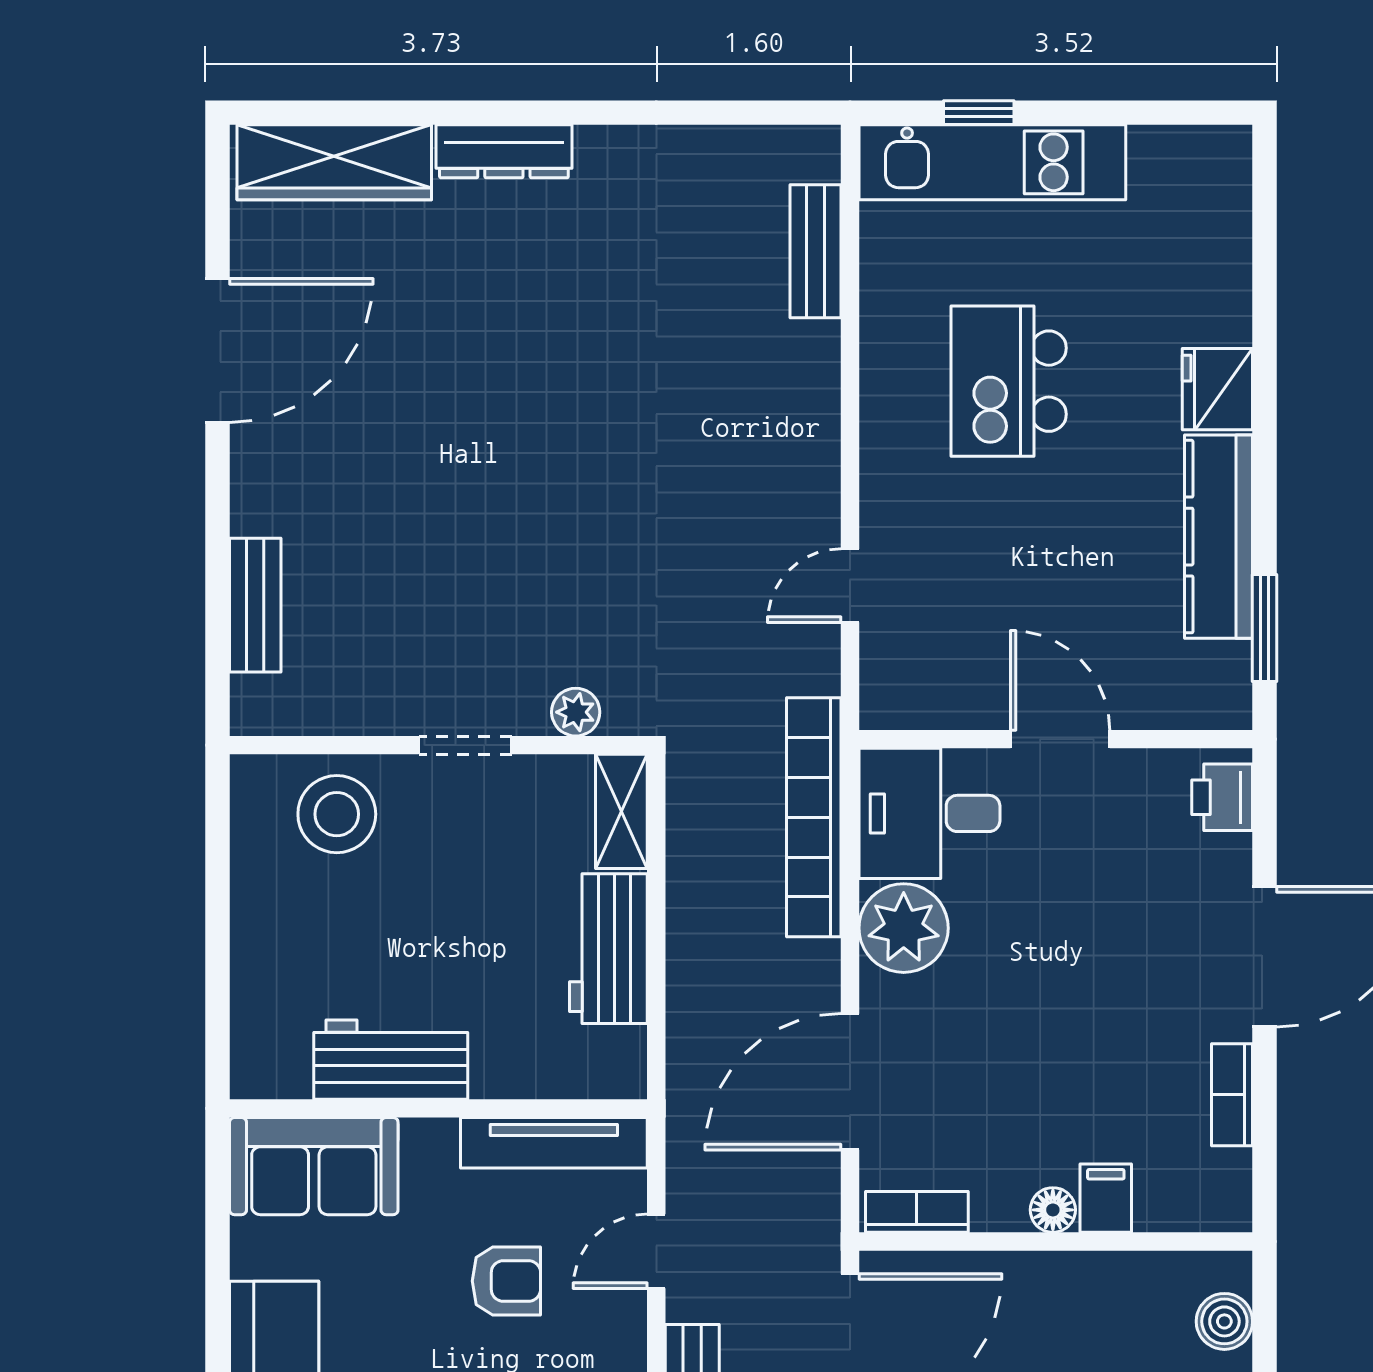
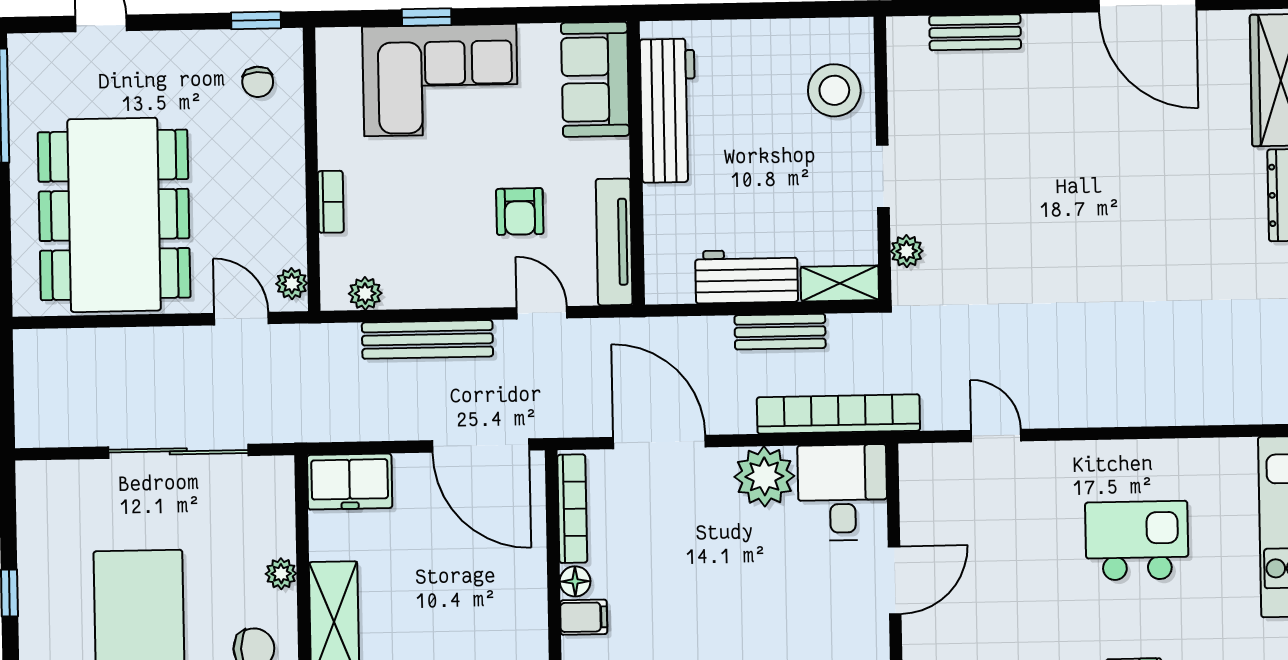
bench: (815, 251) -> (780, 332), moved
workbench: (391, 1060) -> (668, 111), width x1.38
bookcase: (917, 1212) -> (572, 509), width x1.56

